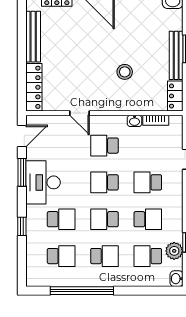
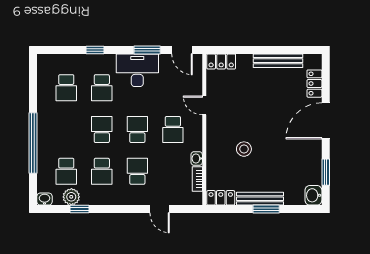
locker: (34, 87) -> (221, 61), width x0.66
door: (80, 113) -> (204, 105), hinge flipped
school desk: (104, 146) -> (173, 129), turned 180
school desk: (104, 256) -> (66, 129), removed
school desk: (148, 256) -> (66, 171), turned 180
window: (82, 291) -> (33, 143), moved

